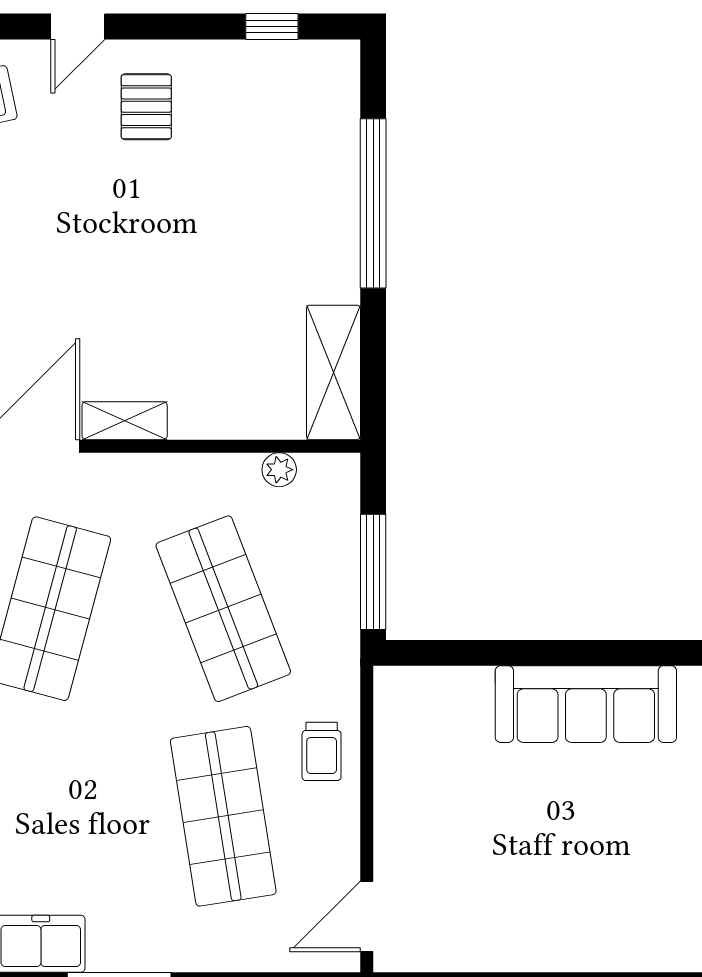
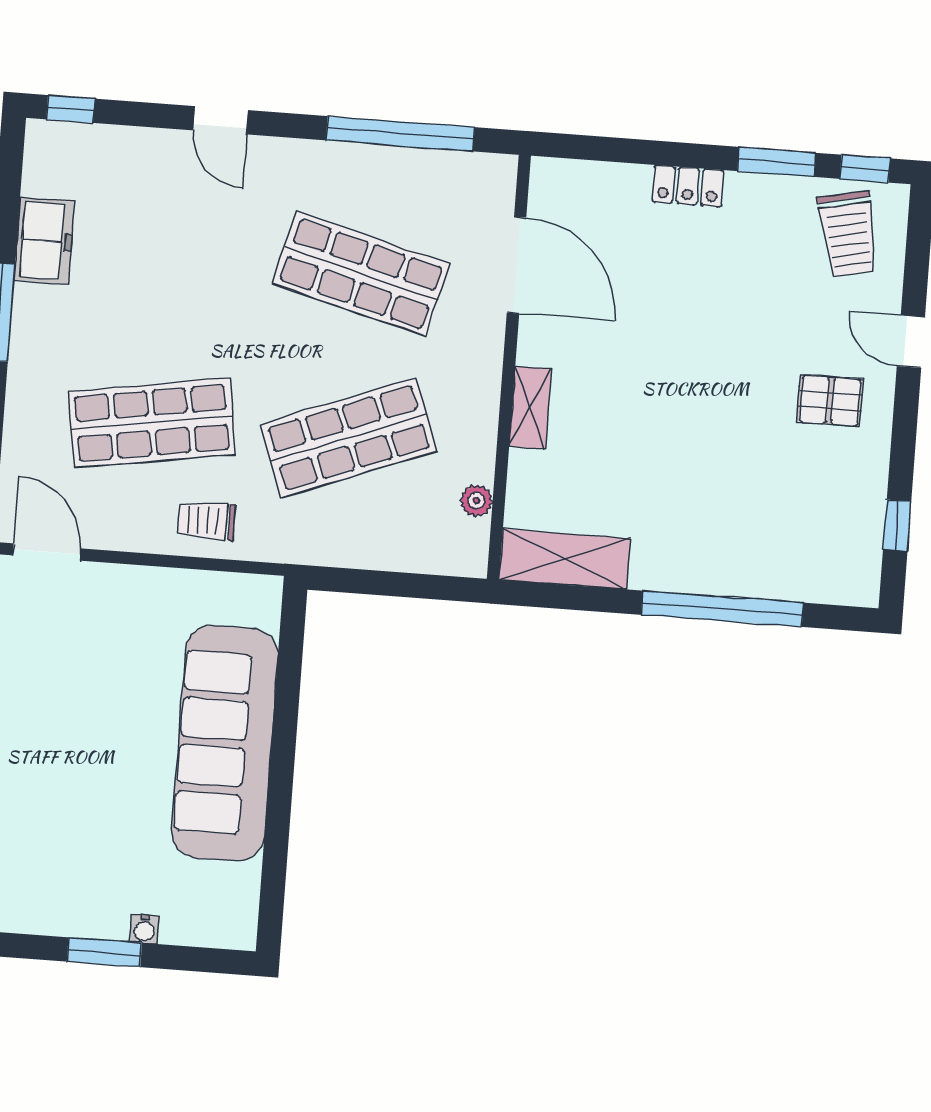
shelving: (125, 421) -> (530, 408), moved
window: (373, 572) -> (373, 583), removed
sofa: (586, 704) -> (225, 743), width x1.36, depth x1.27

